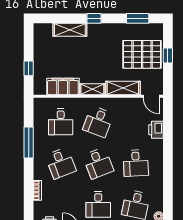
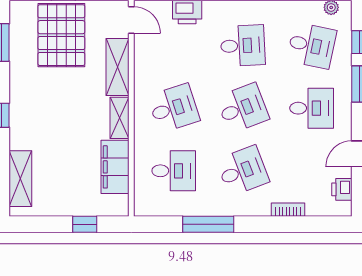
shelving: (70, 30) -> (20, 179), moved
door: (151, 96) -> (131, 20), hinge flipped
desk: (98, 122) -> (174, 108), turned -39

